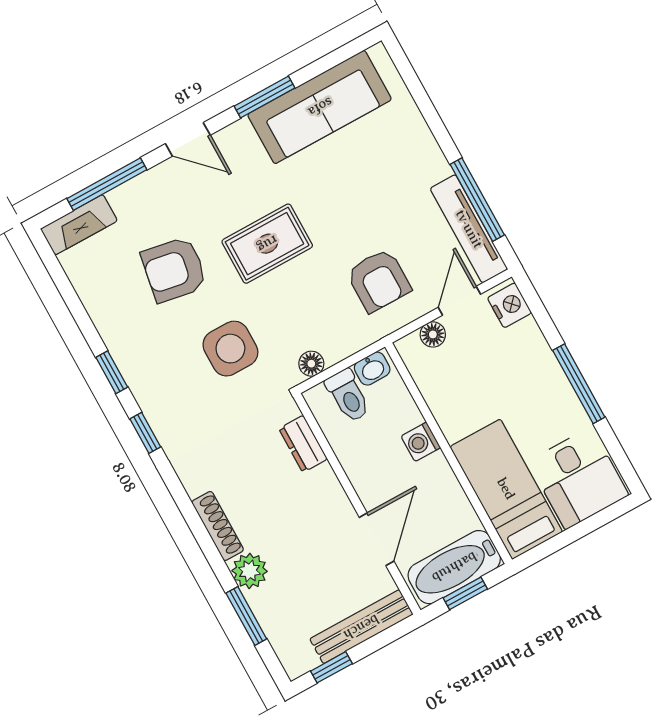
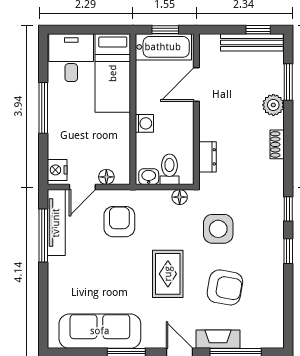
fireplace: (79, 225) -> (218, 339), moved
rug: (267, 244) -> (168, 274), turned 90
shoe rack: (218, 526) -> (277, 144), width x0.70
bench: (361, 627) -> (252, 42), moved

